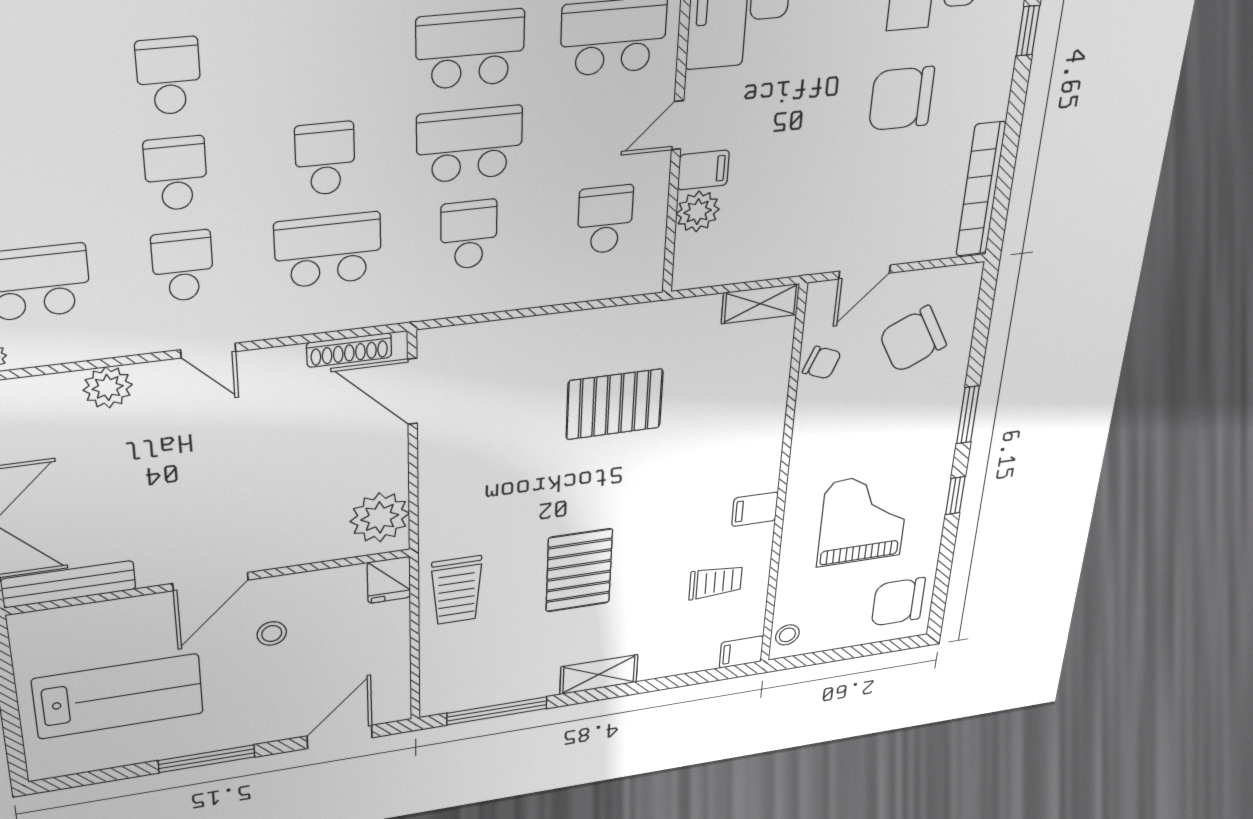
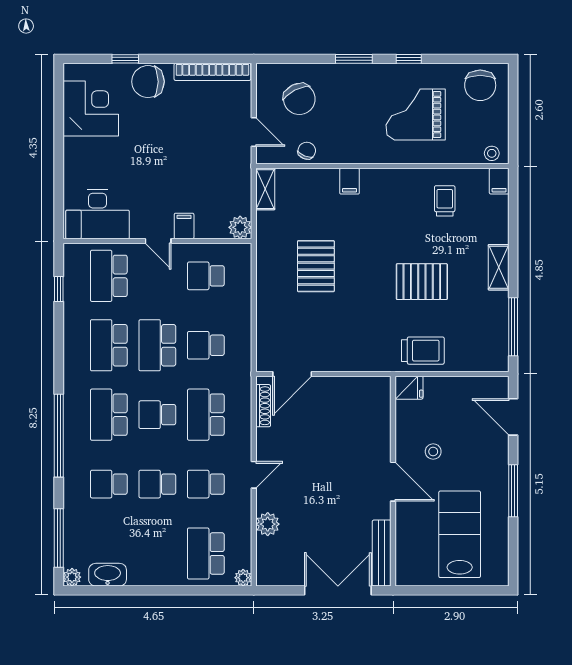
school desk: (322, 63) -> (109, 415), added
chair: (902, 98) -> (148, 82), moved, turned 90
plant: (698, 212) -> (240, 227), moved
filing cabinet: (755, 509) -> (350, 181), moved
plant: (380, 517) -> (367, 392), removed

